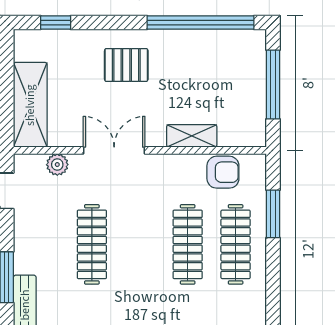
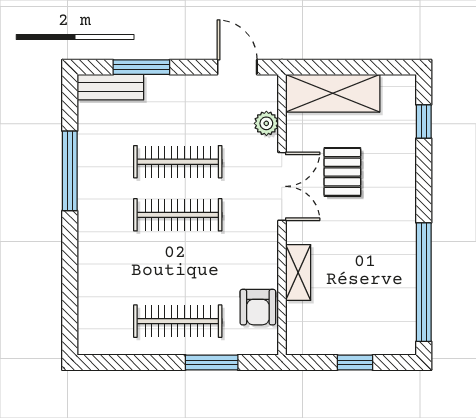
pallet: (126, 65) -> (342, 172), moved
window: (273, 85) -> (355, 363), width x0.46
clothes rail: (188, 244) -> (178, 215), moved

